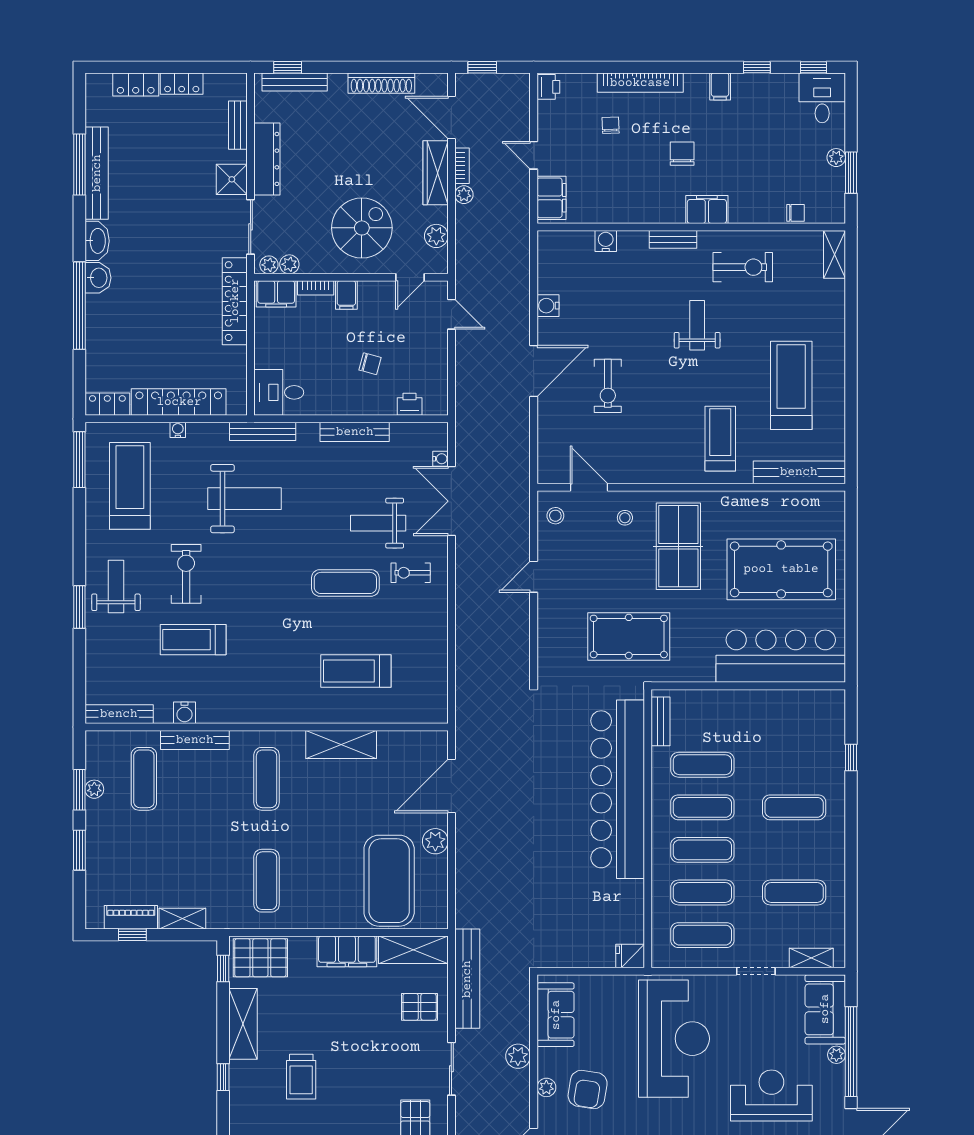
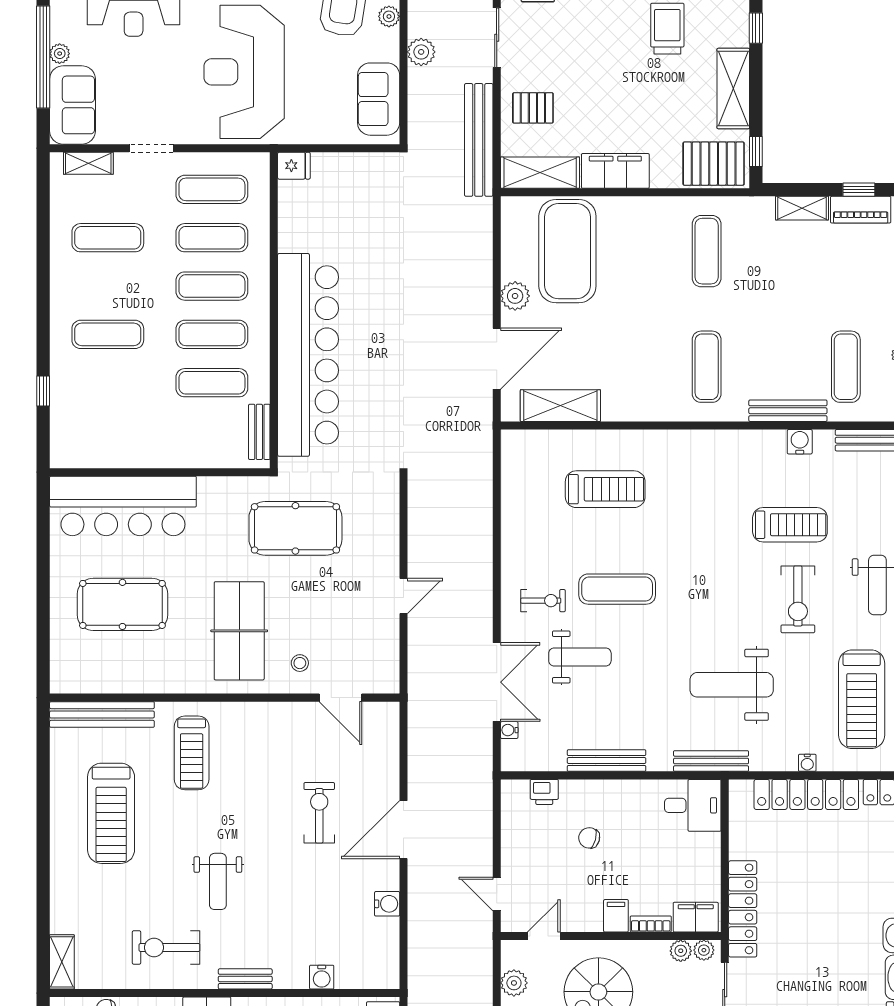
stool: (555, 516) -> (379, 665), removed
pool table: (781, 569) -> (122, 604), width x0.73, depth x0.76
shelving: (341, 745) -> (560, 406), moved

